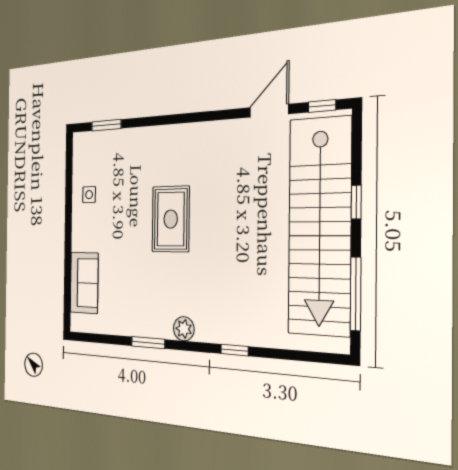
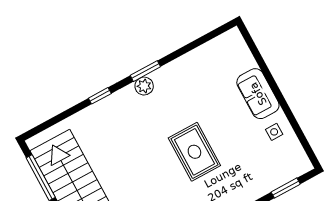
sofa: (84, 283) -> (258, 94), moved
window: (148, 343) -> (145, 71), moved

